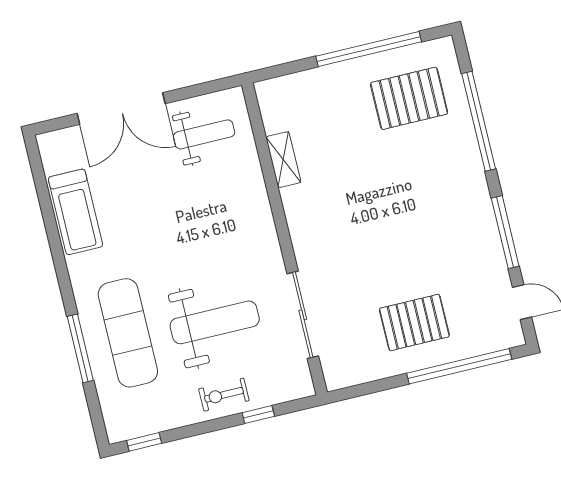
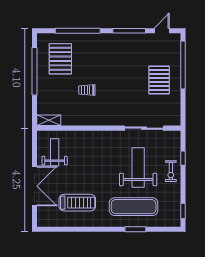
shelving: (283, 160) -> (49, 120), moved
trolley: (355, 172) -> (87, 90), added
treadmill: (75, 212) -> (77, 203), moved
window: (80, 348) -> (135, 229), width x0.69

